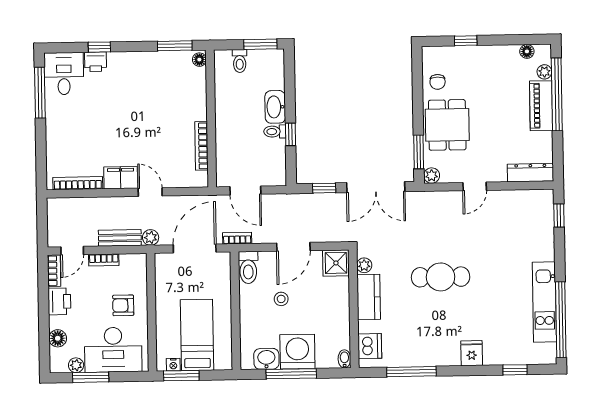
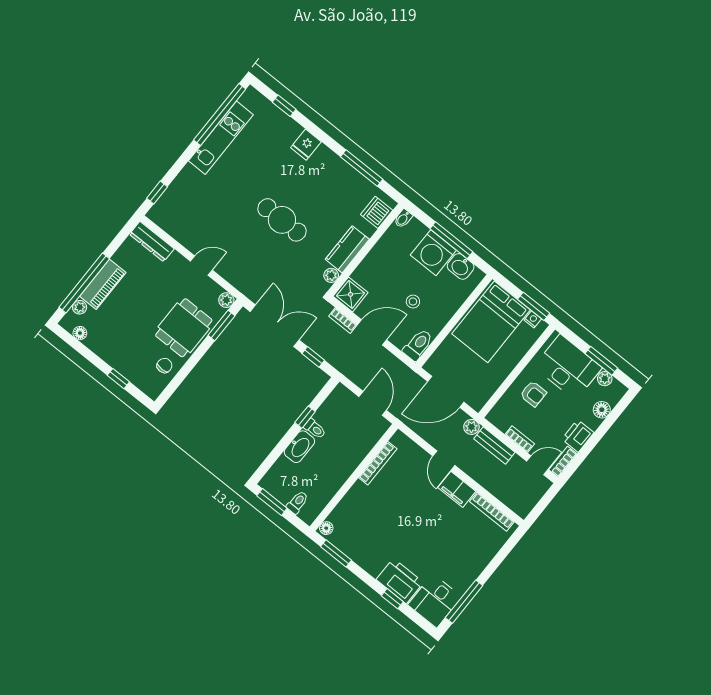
printer: (96, 62) -> (400, 581), width x1.87, depth x1.48
bookcase: (237, 238) -> (343, 321), moved
bed: (197, 335) -> (491, 322), width x1.50

